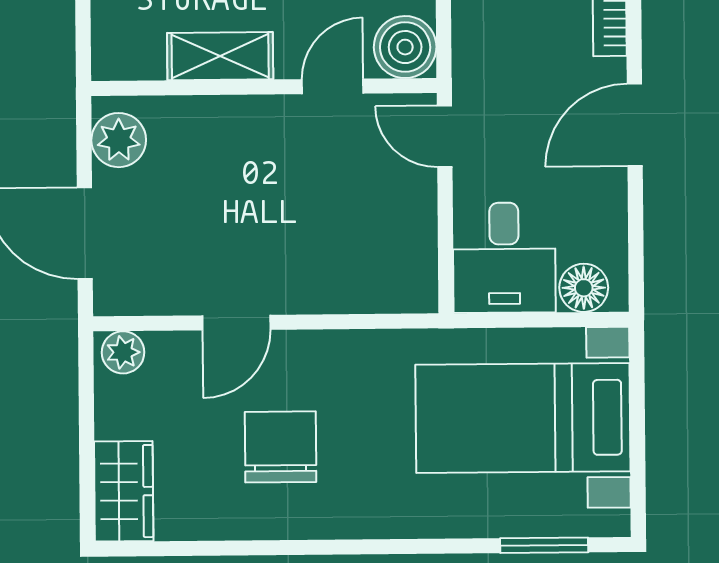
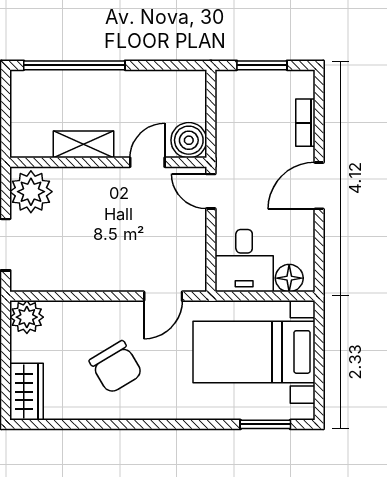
plant: (119, 140) -> (31, 192), width x1.36, depth x1.36
door: (236, 323) -> (163, 296), moved
plant: (123, 352) -> (27, 317), width x1.38, depth x1.38
chair: (280, 447) -> (116, 367), turned 149

